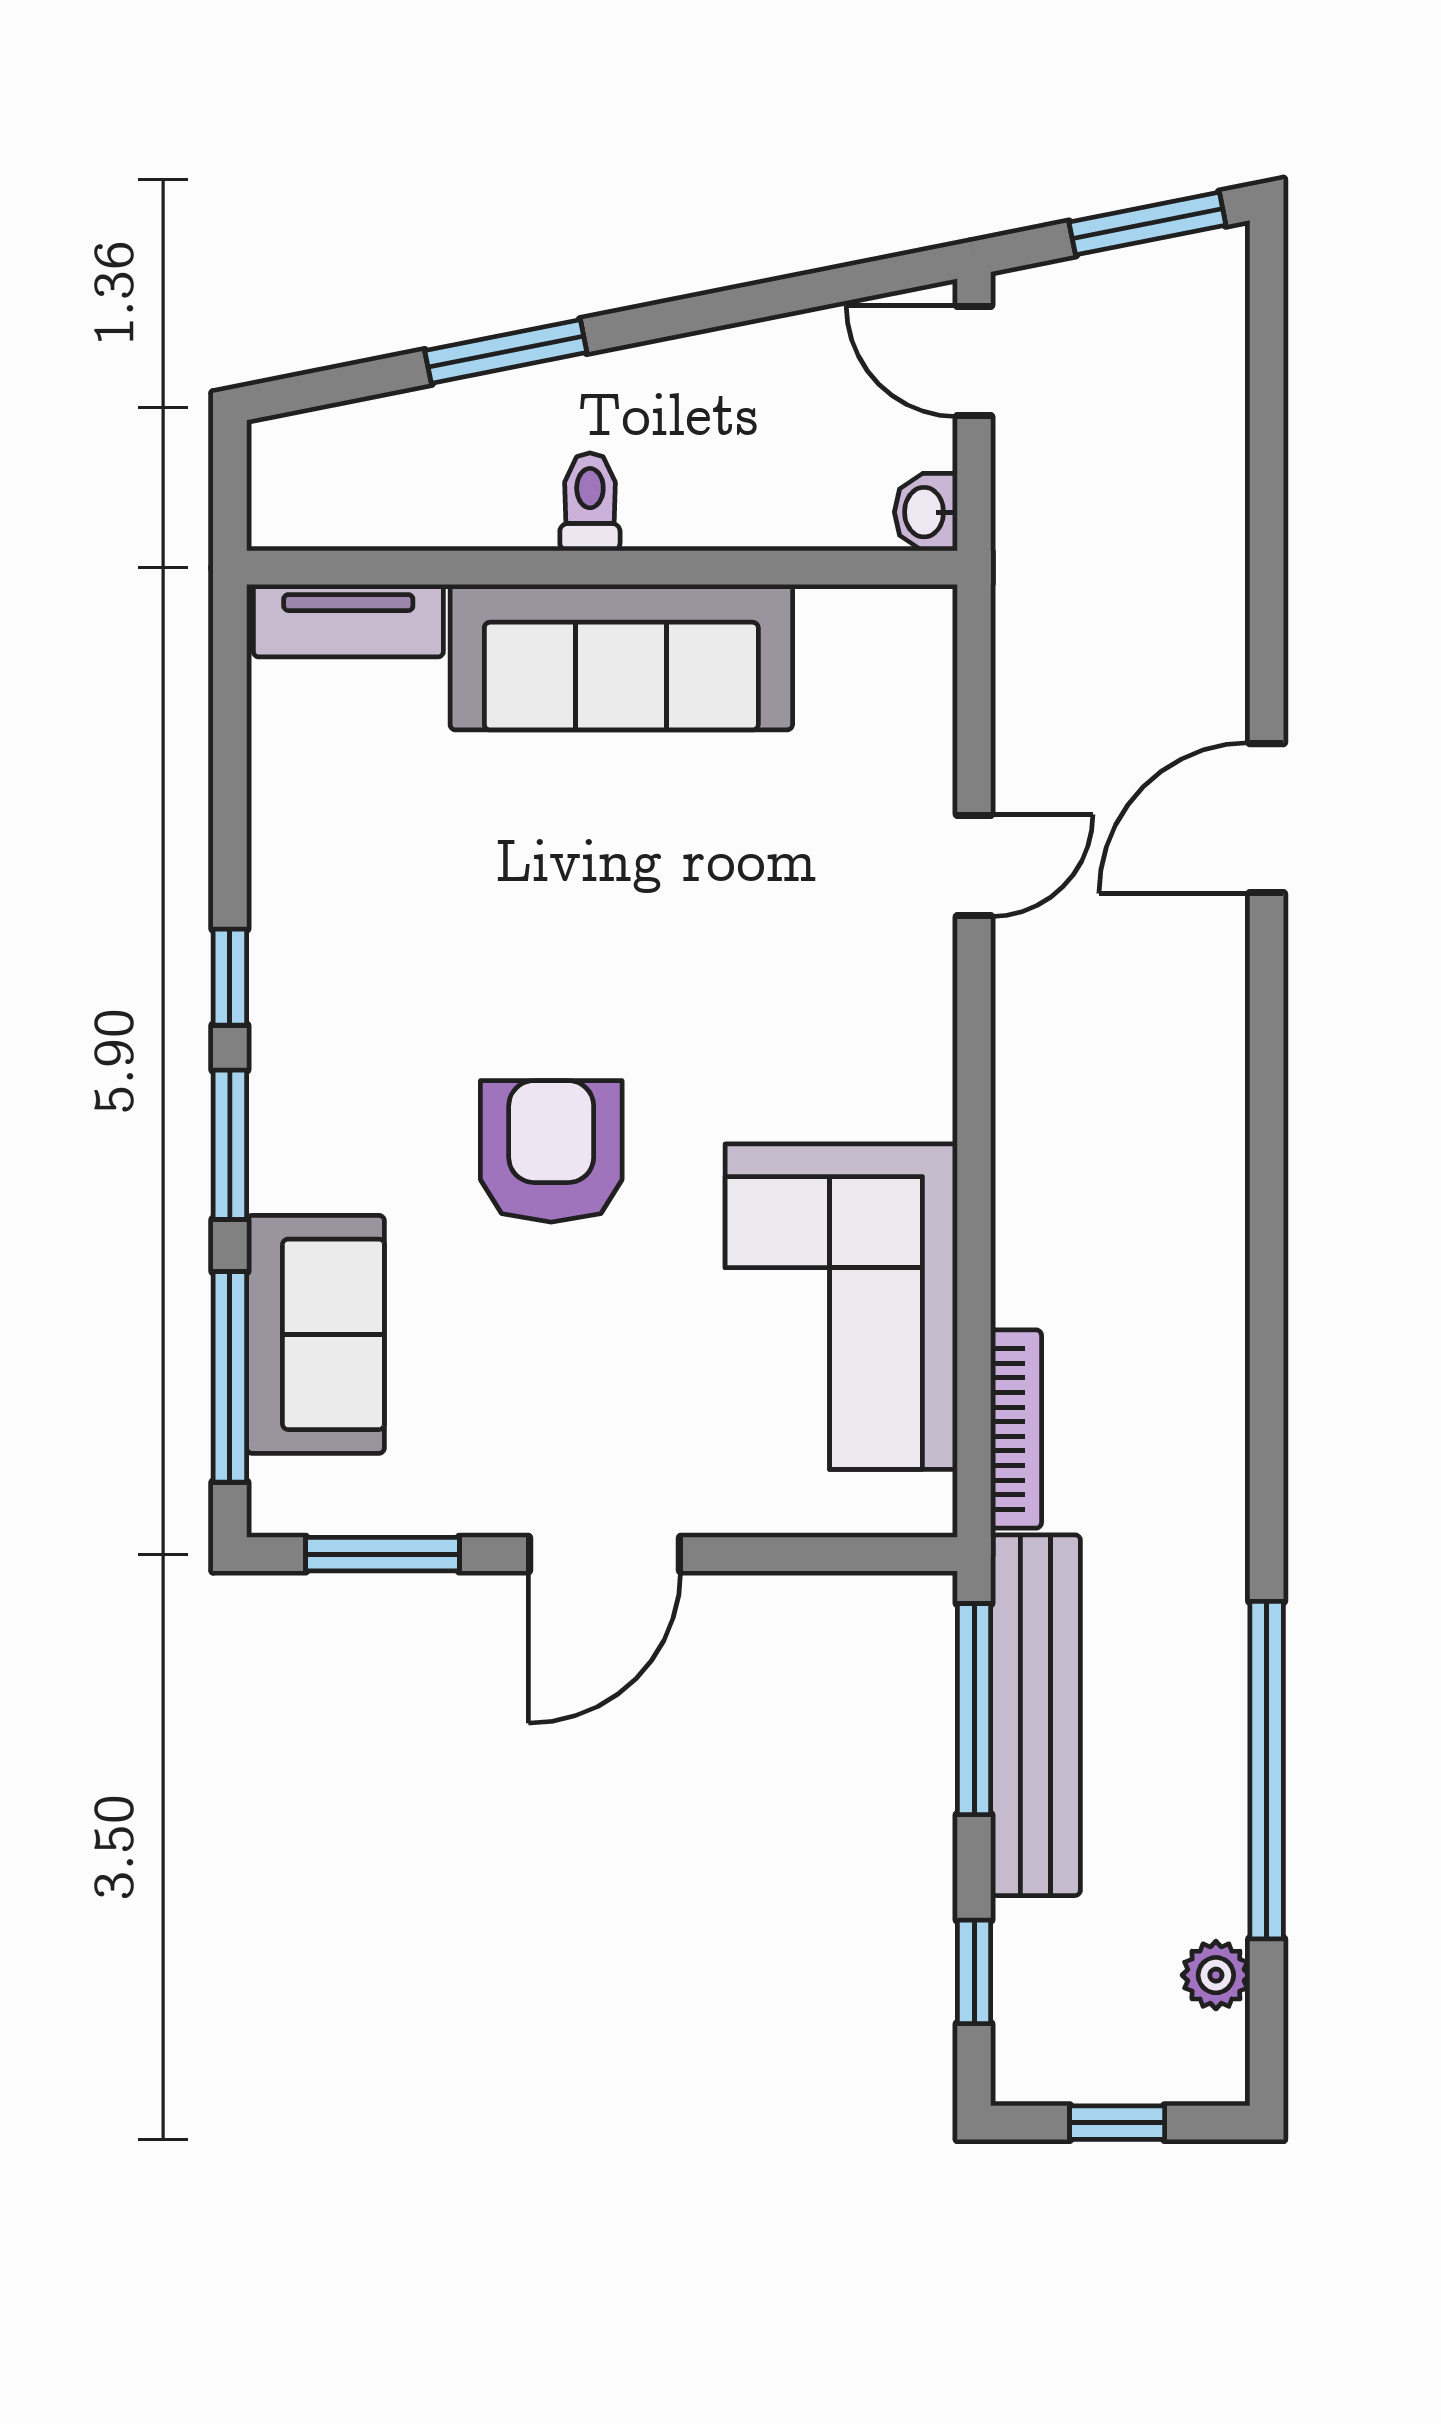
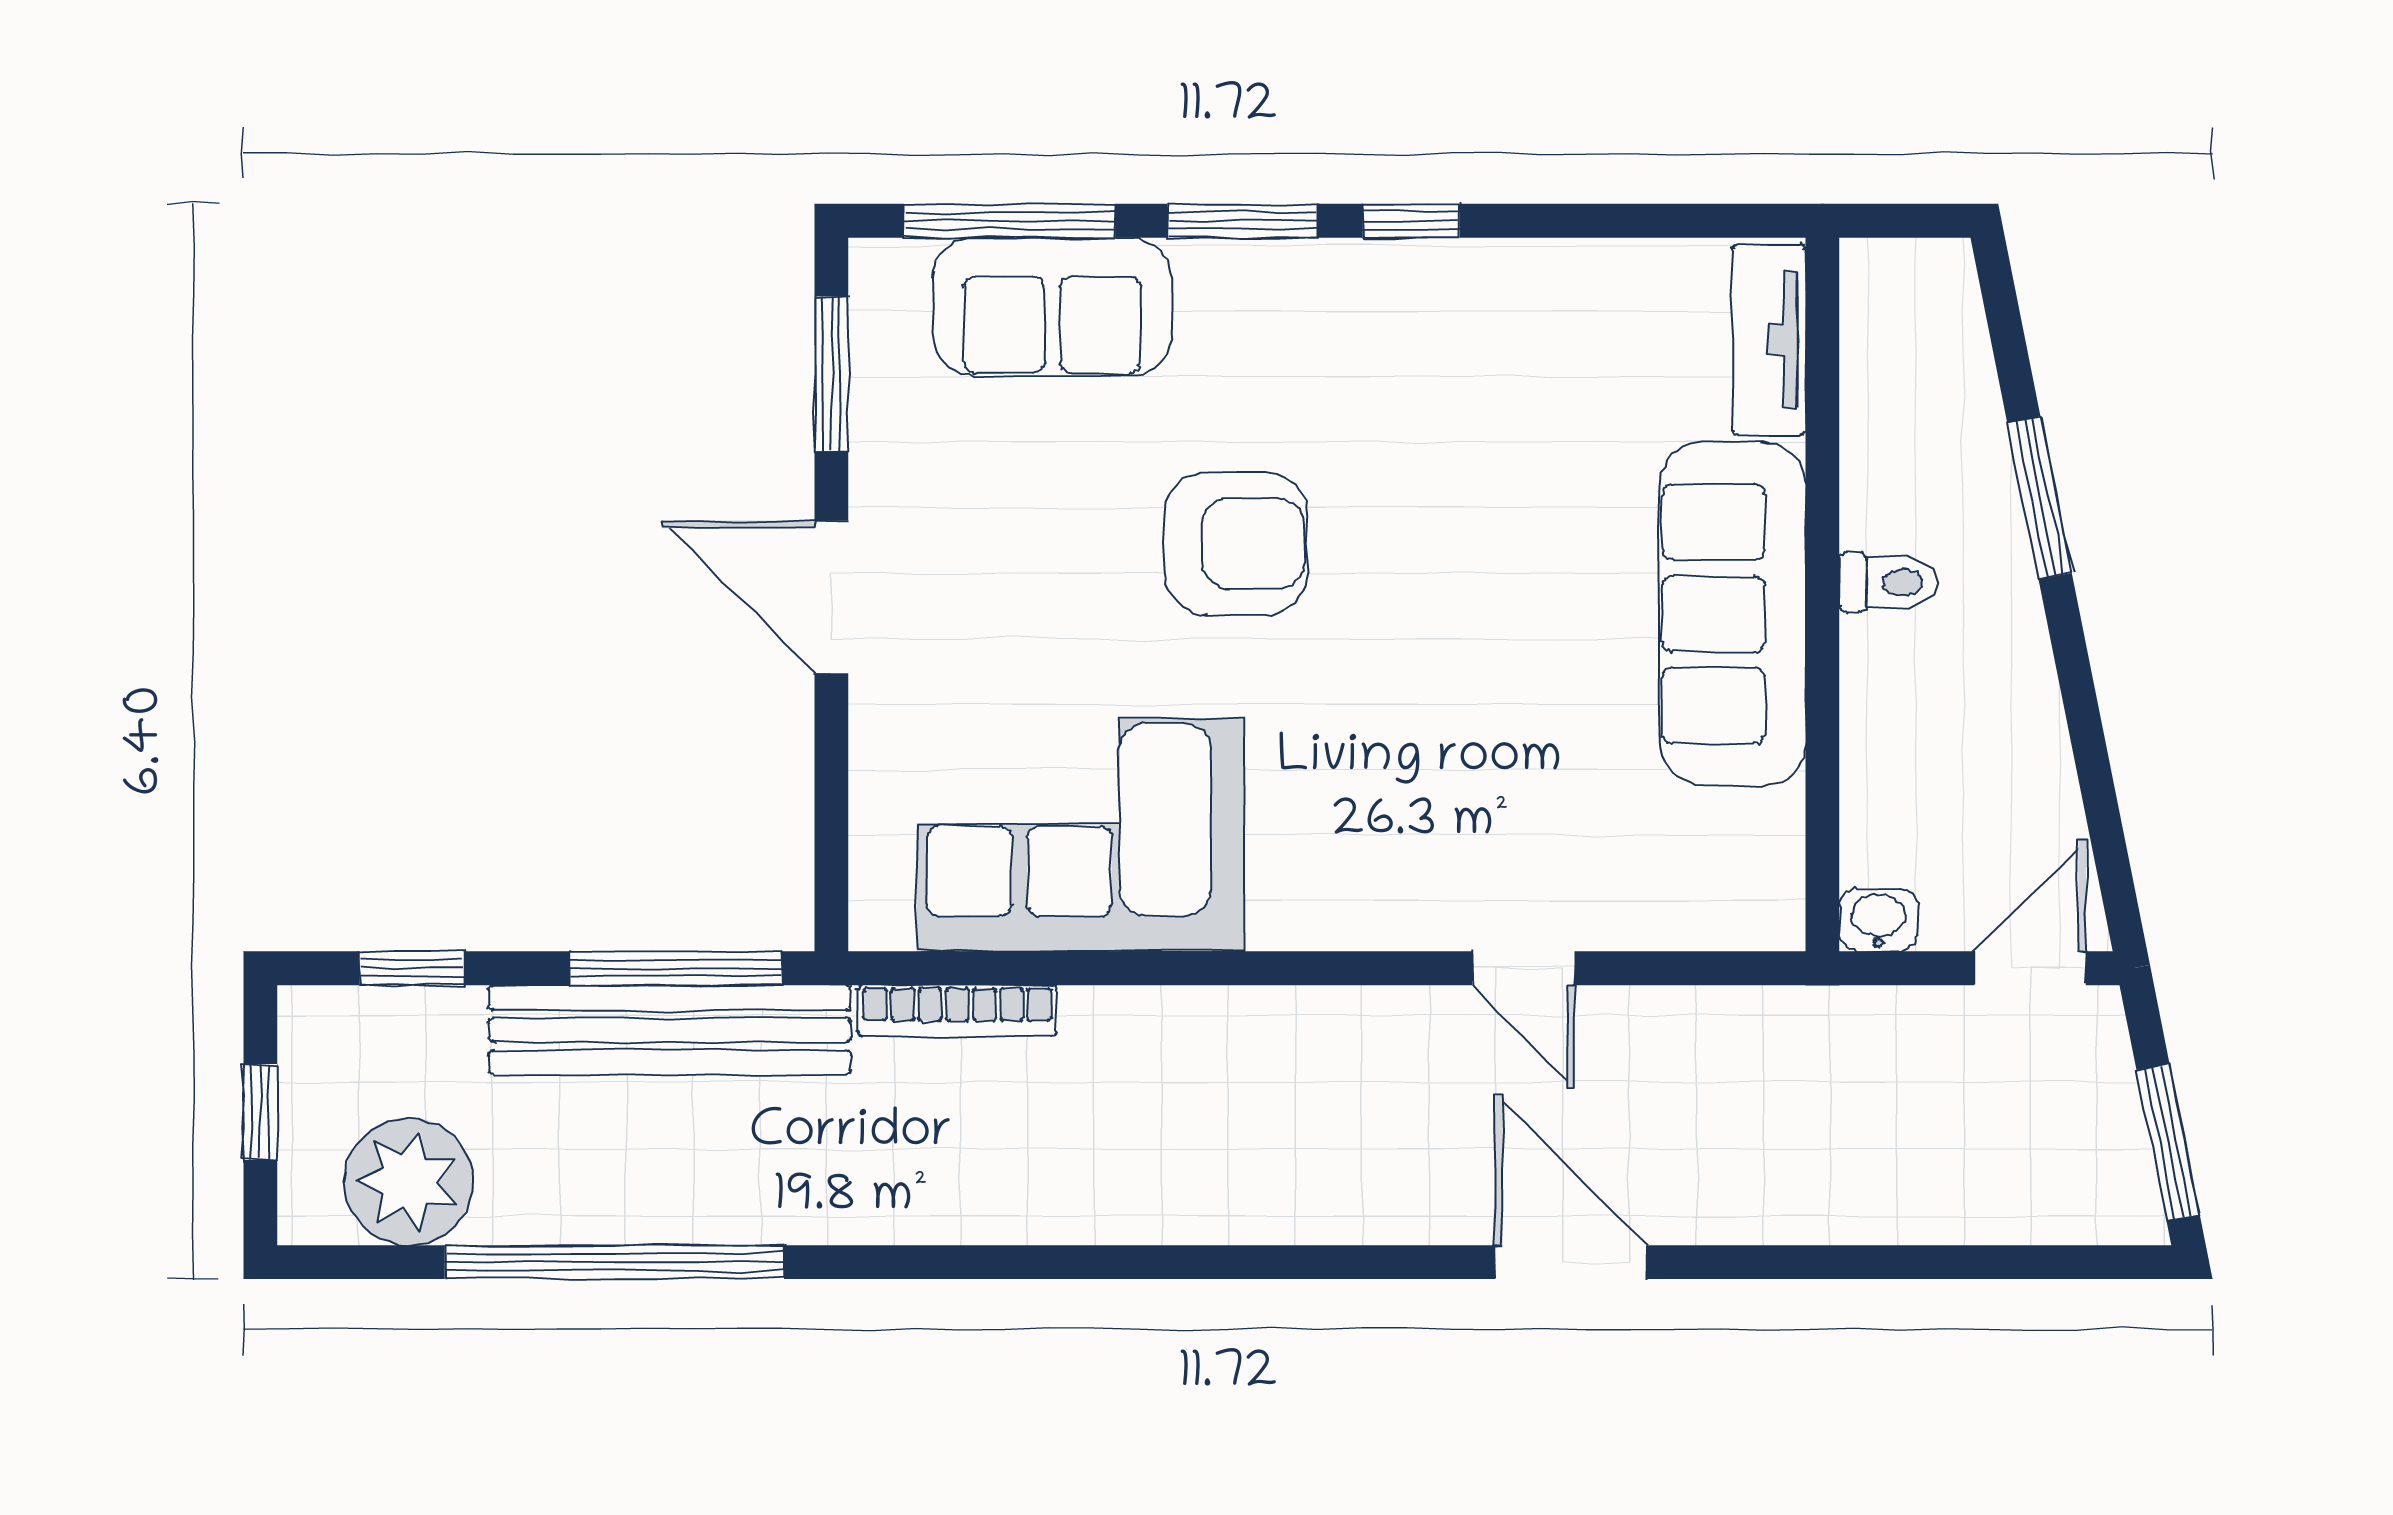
plant: (1216, 1975) -> (409, 1181), width x1.88, depth x1.88

